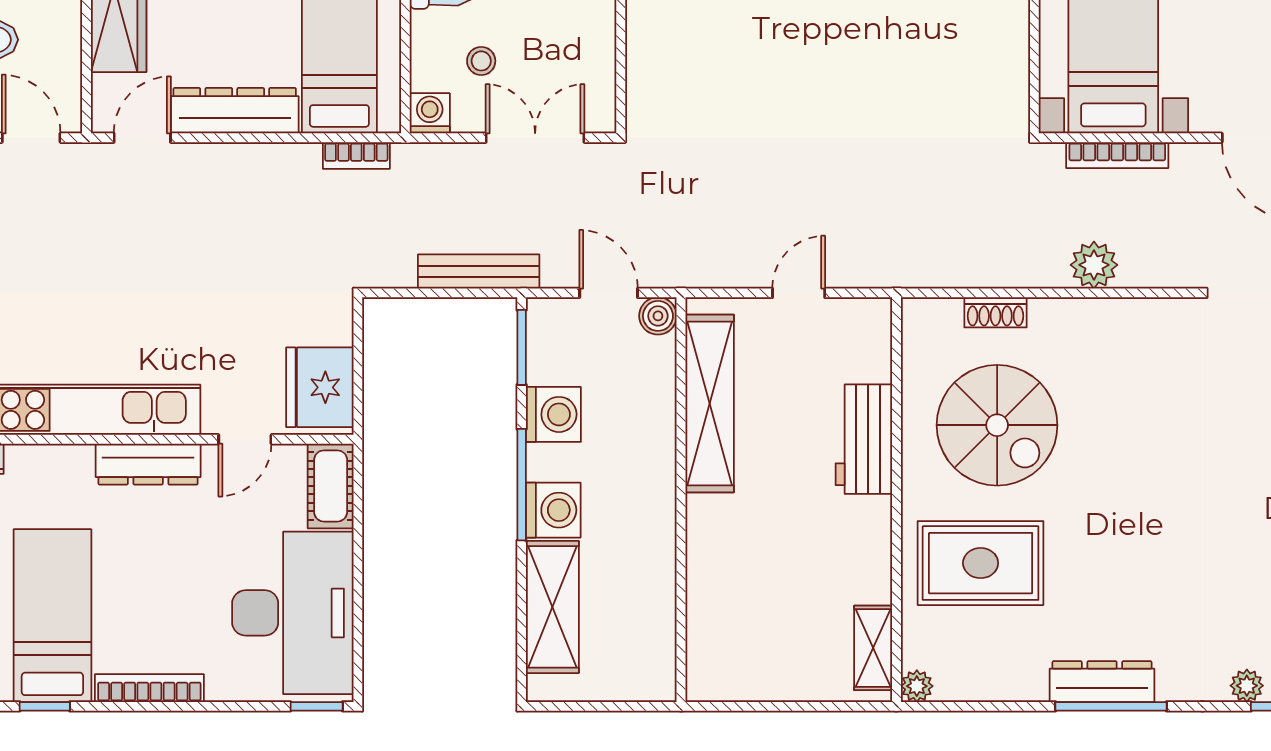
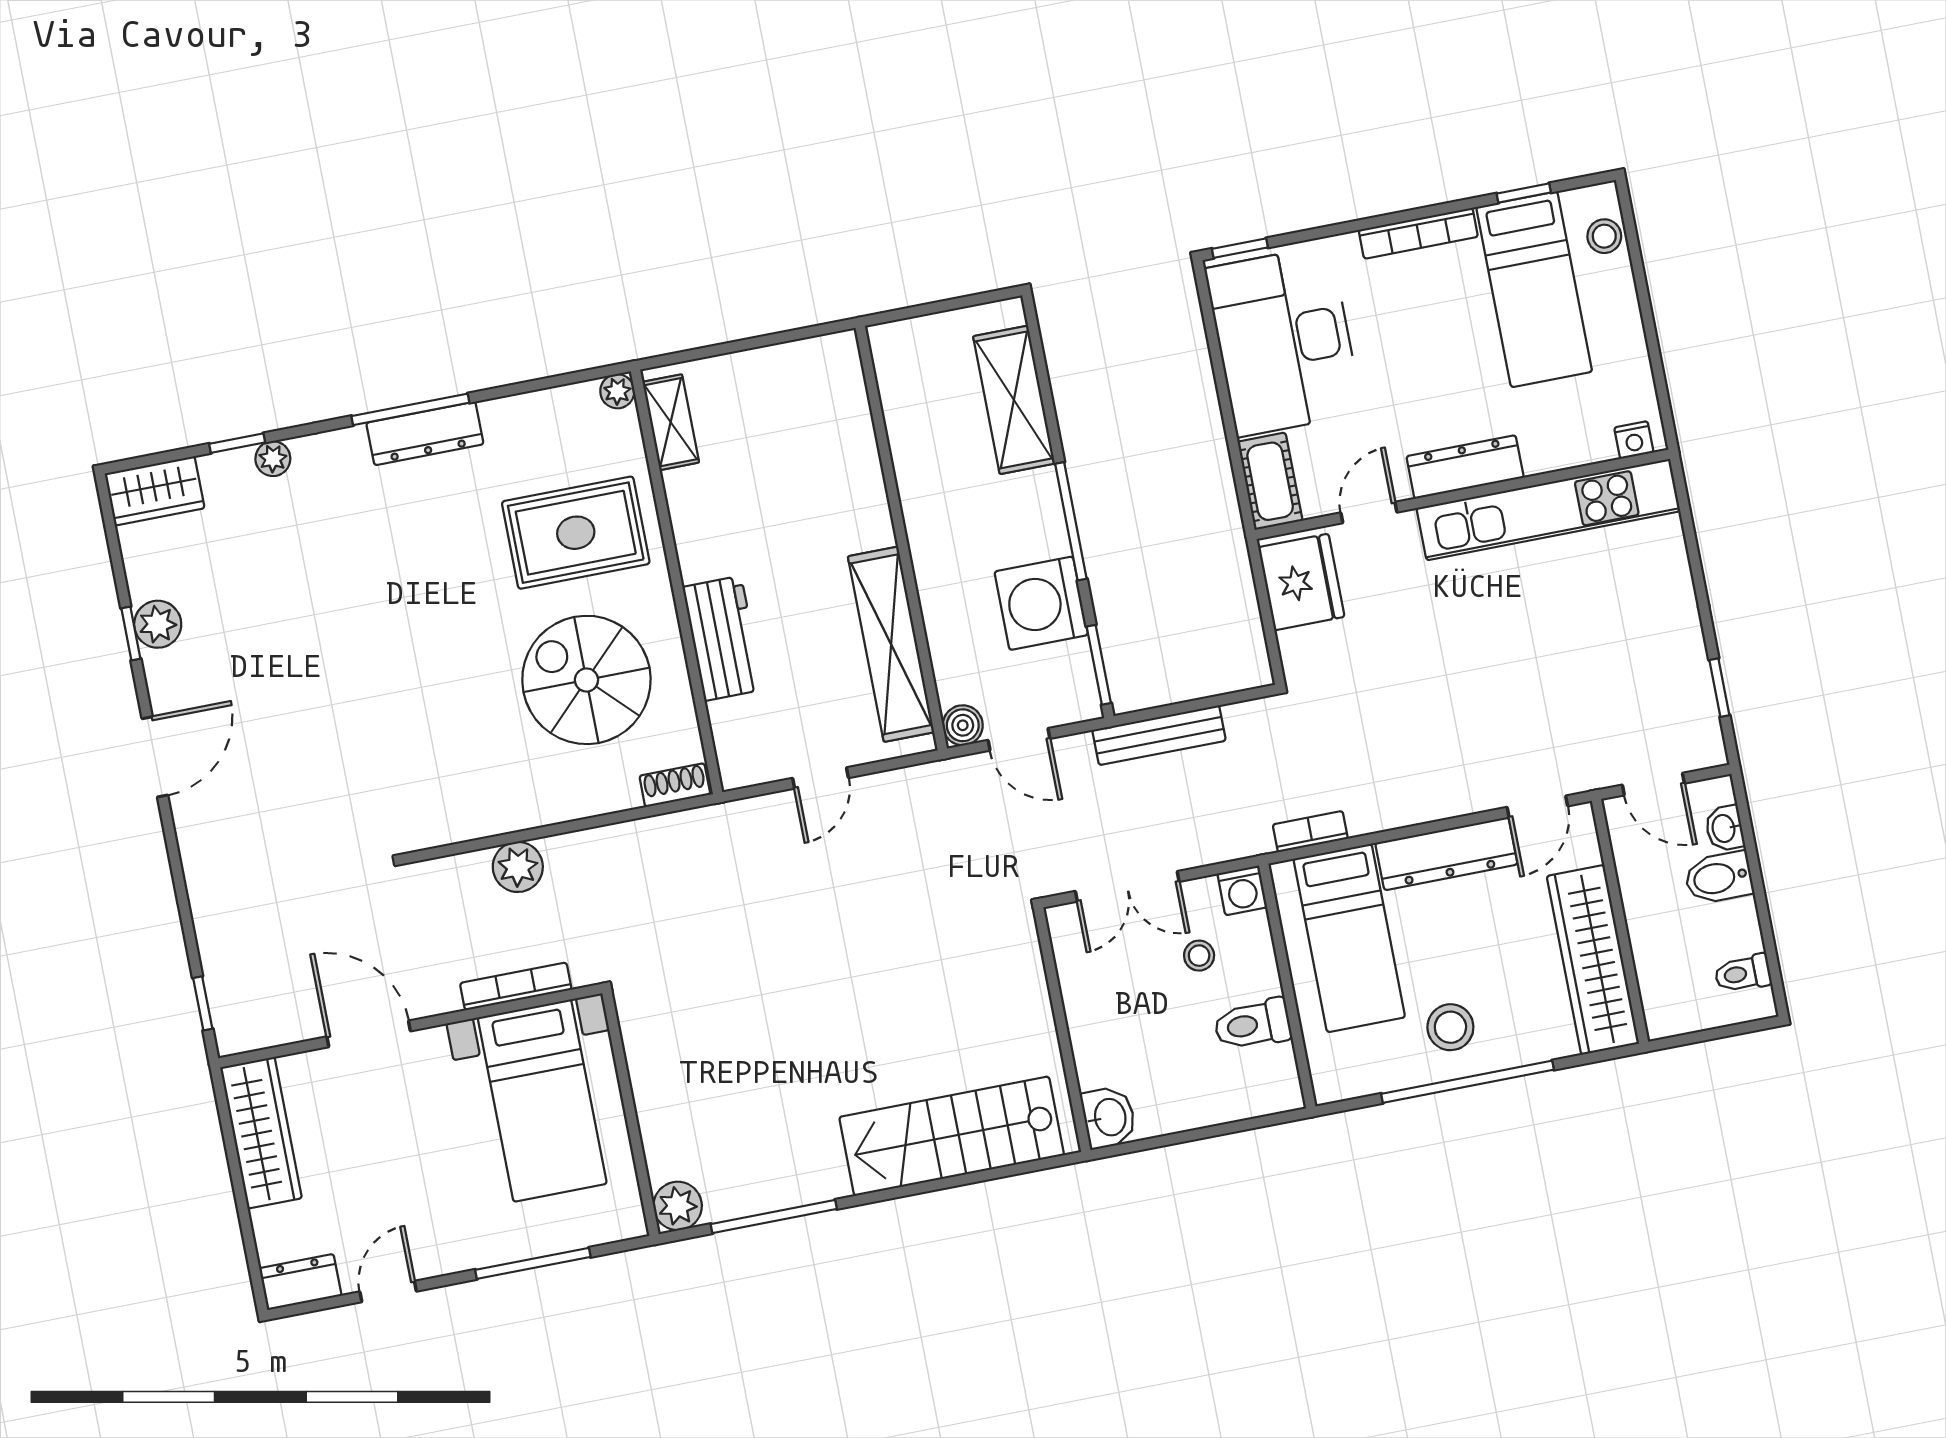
shoe rack: (996, 312) -> (675, 785), moved
washing machine: (553, 414) -> (1041, 603), width x1.37, depth x1.37
washing machine: (553, 510) -> (1033, 501), removed

